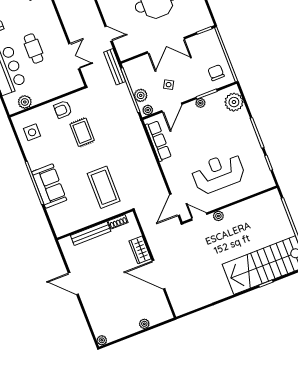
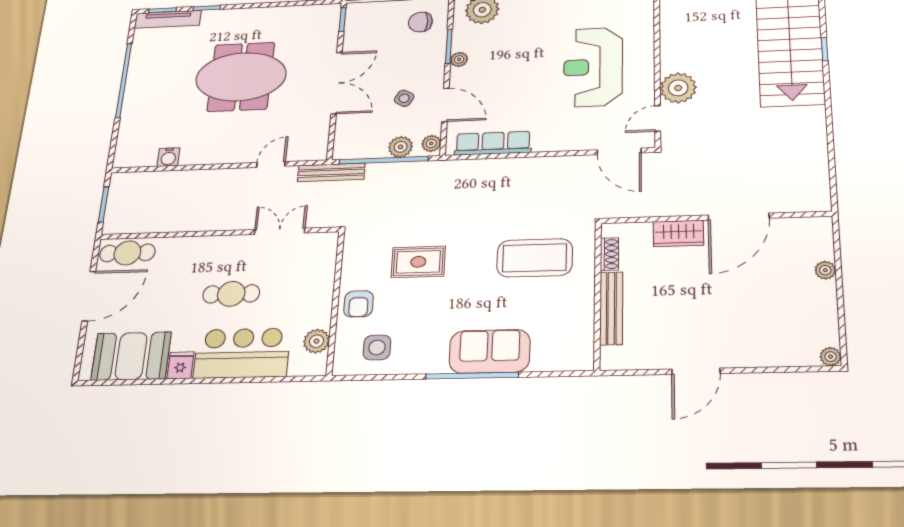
armchair: (63, 110) -> (359, 304), moved
plant: (218, 216) -> (678, 88), width x1.88, depth x1.88

